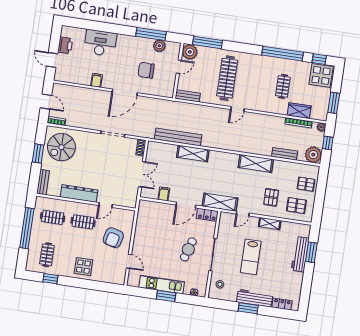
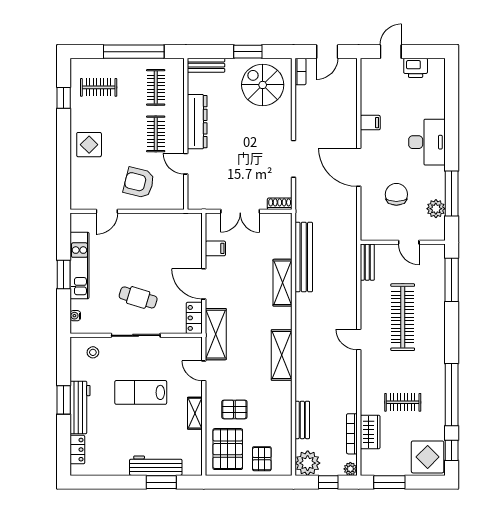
desk: (100, 43) -> (427, 142), moved
plant: (190, 52) -> (434, 256), removed
clothes rail: (227, 78) -> (403, 317), turned 90
shelving: (256, 163) -> (282, 355), moved
pallet: (296, 206) -> (228, 449), width x1.50, depth x1.42

